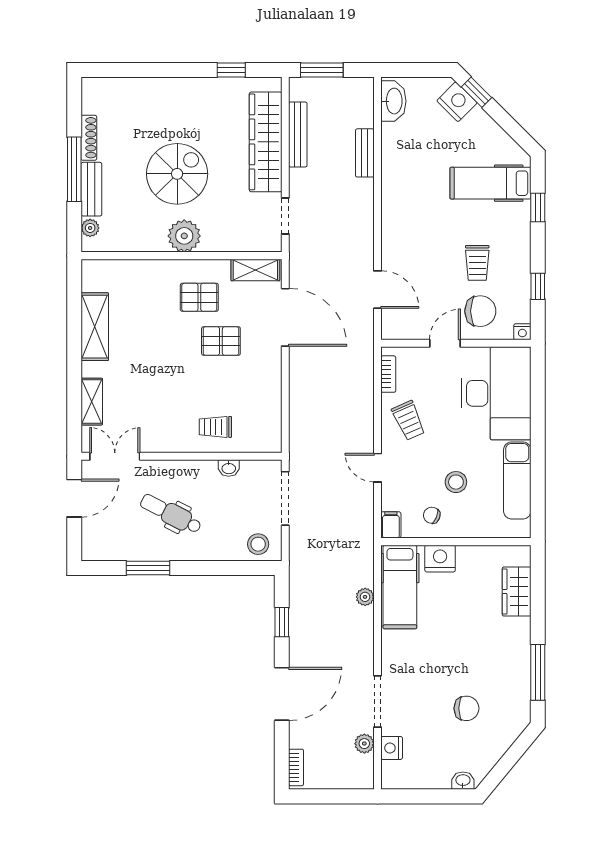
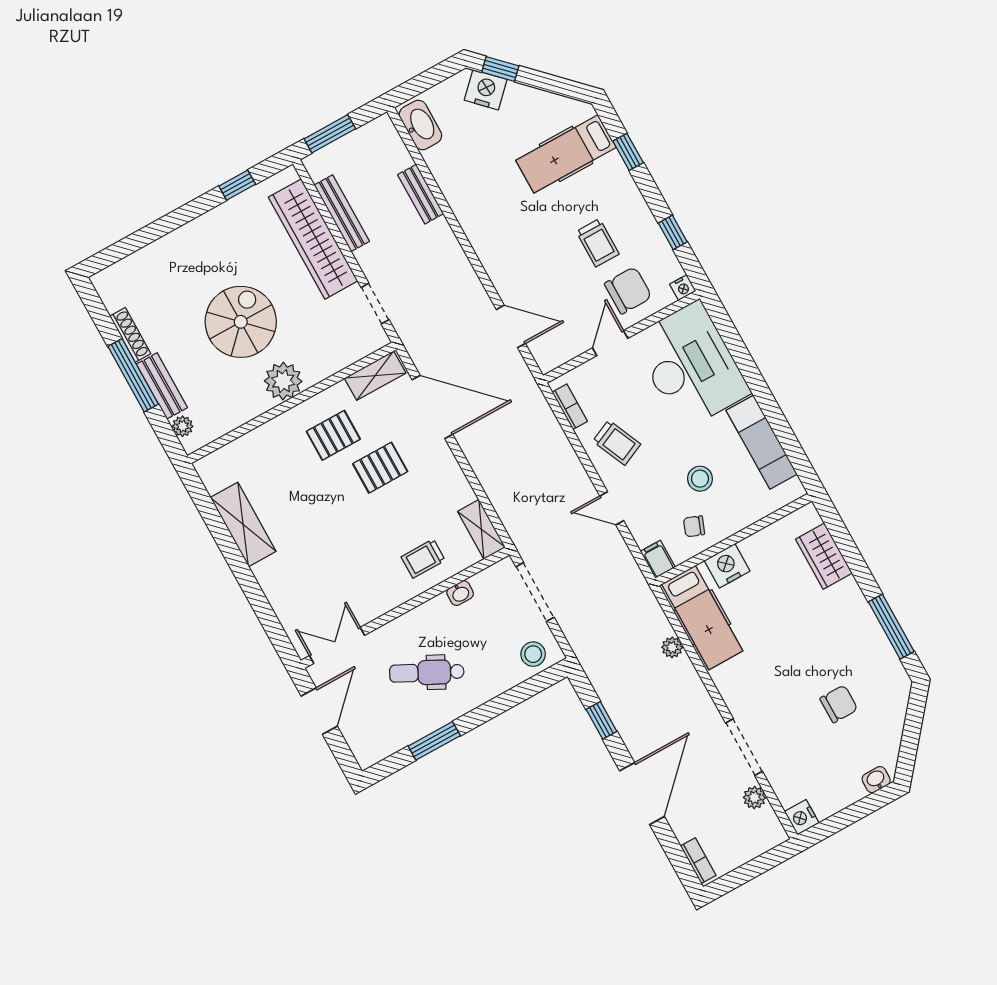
shelving: (92, 402) -> (481, 529), moved
nightstand: (392, 748) -> (802, 817), moved

